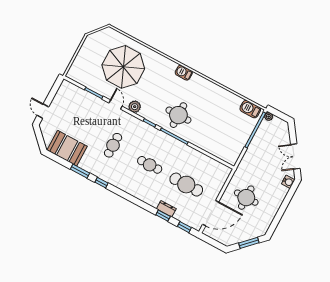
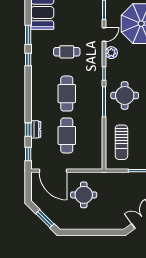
sun lounger: (218, 140) -> (121, 142), added
cafe table: (150, 165) -> (67, 94), width x1.37, depth x1.35
water cooler: (288, 182) -> (118, 225), removed

